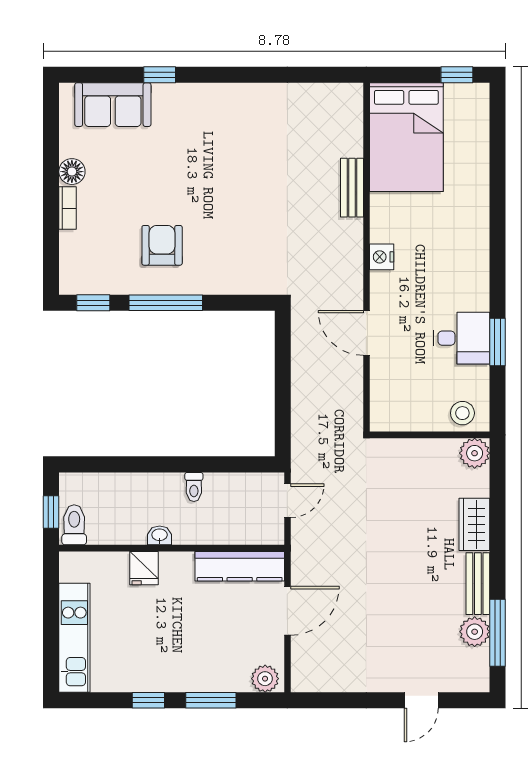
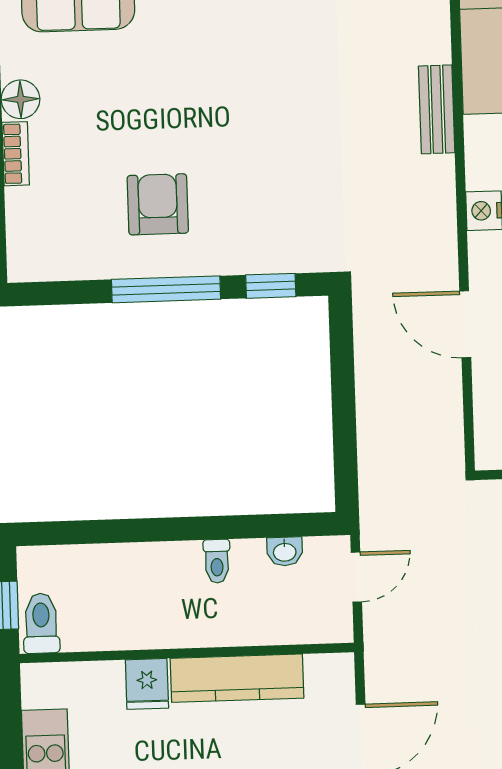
window: (93, 303) -> (271, 286), moved
washbasin: (160, 535) -> (285, 551), moved, turned 180
kitchen counter: (240, 566) -> (237, 678), moved

